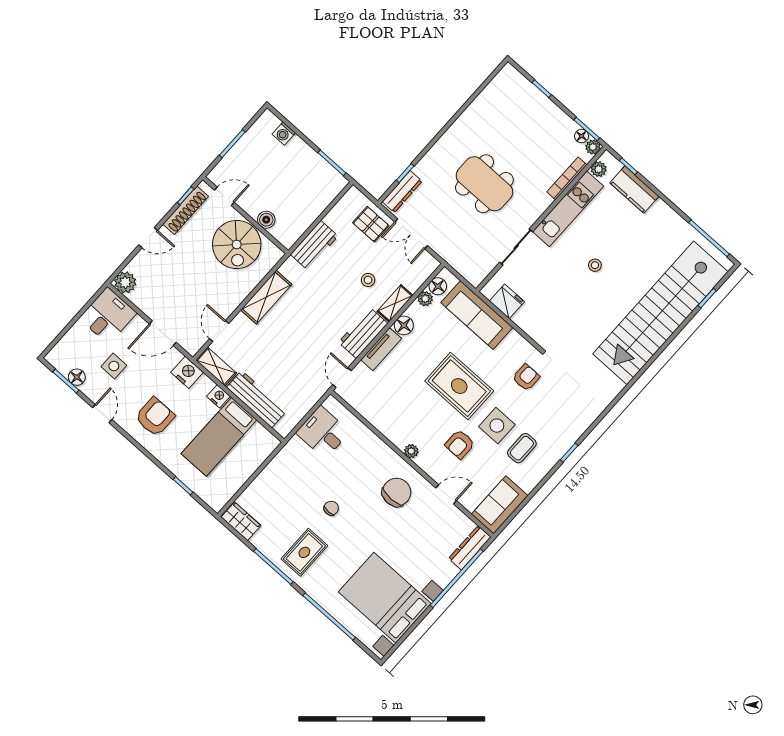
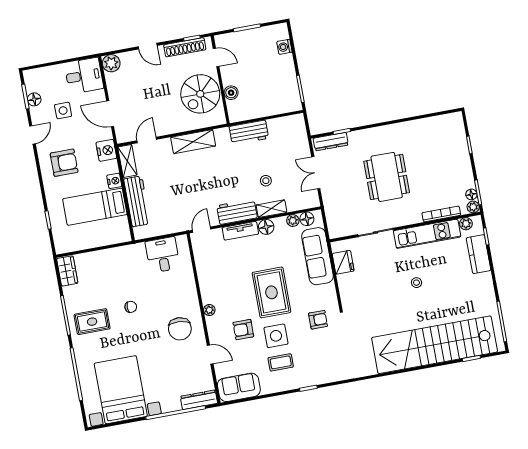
pallet: (371, 224) -> (295, 147), removed
chair: (397, 492) -> (180, 329), turned 94

